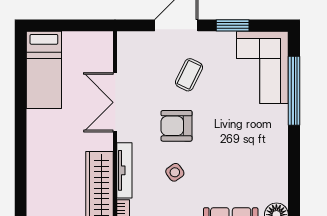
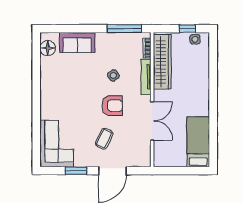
window: (294, 91) -> (36, 128), removed

